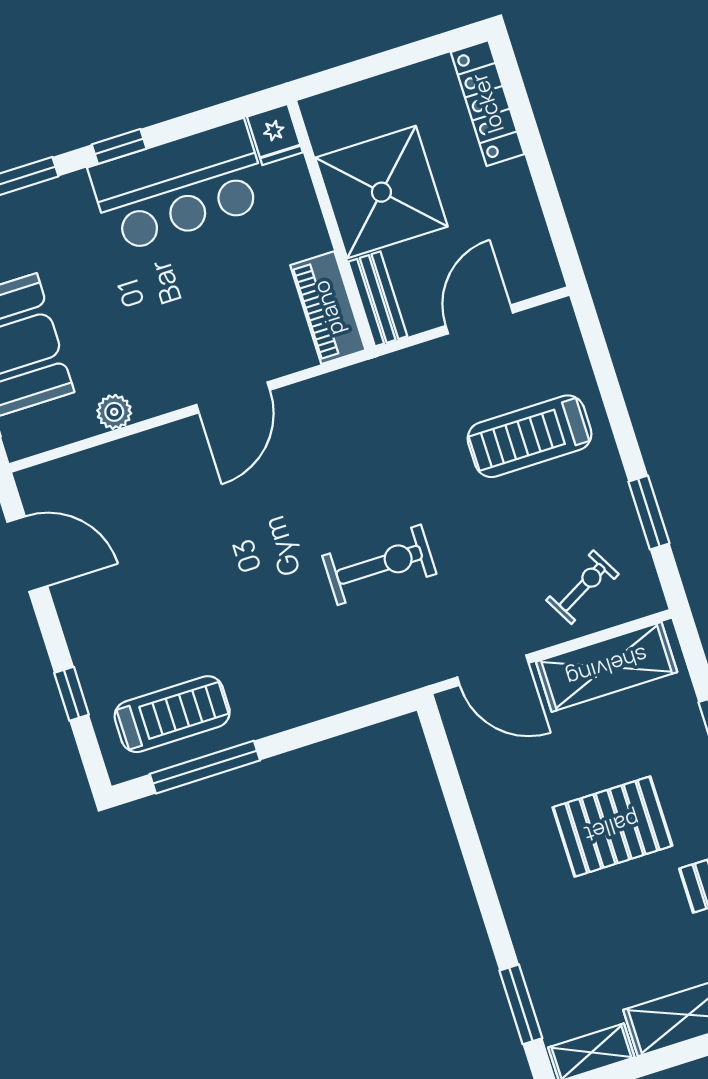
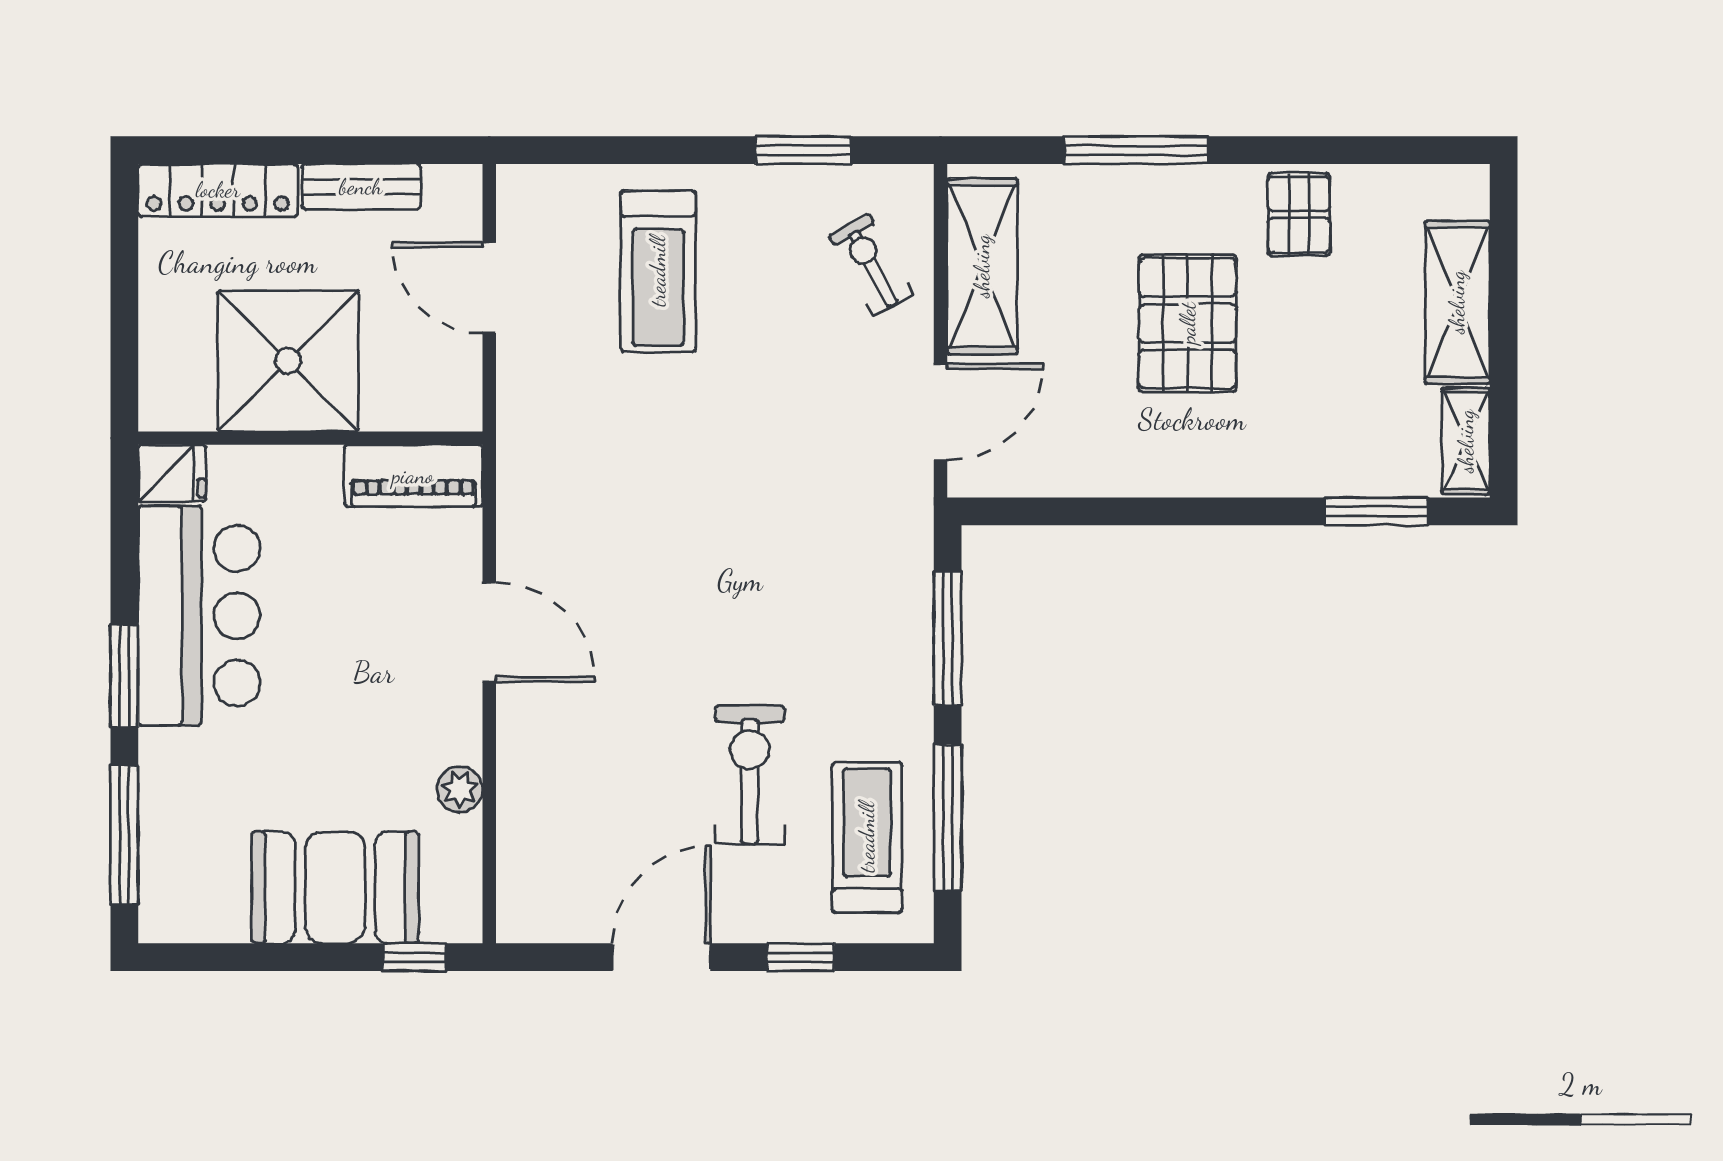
window: (119, 146) -> (124, 676), width x1.50
bench: (378, 299) -> (361, 187), moved
door: (27, 554) -> (661, 957), moved
exercise bike: (379, 565) -> (750, 775), moved
window: (333, 727) -> (948, 639), added

